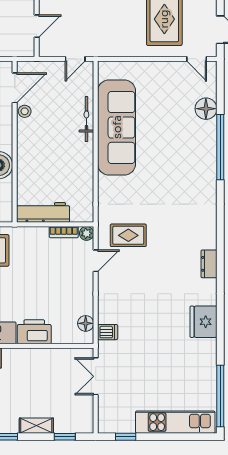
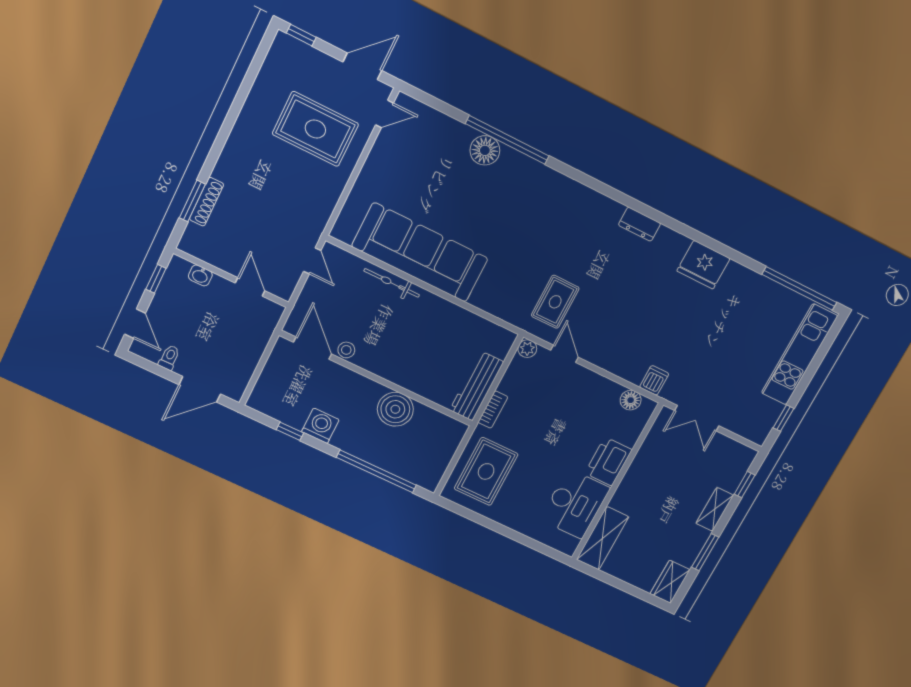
floor lamp: (206, 109) -> (485, 150), moved
bookcase: (64, 232) -> (493, 410), moved

